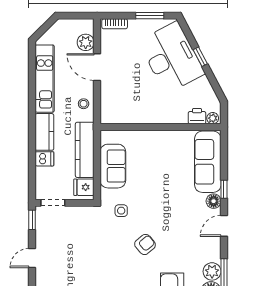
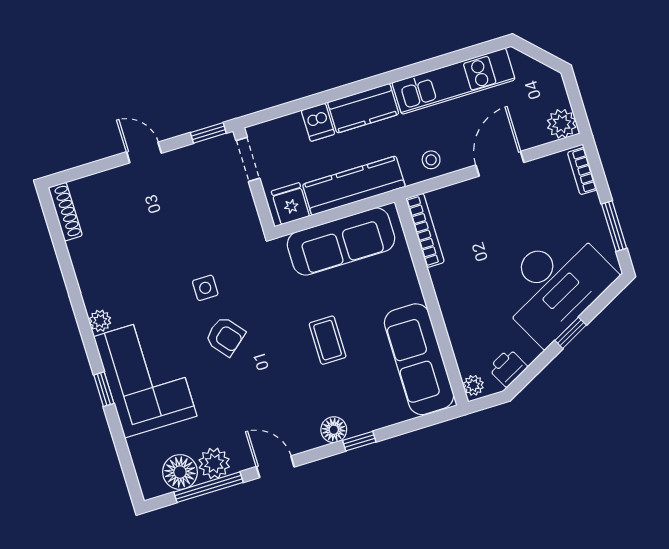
plant: (86, 42) -> (562, 124), moved
printer: (197, 116) -> (508, 368), moved, turned -118
bookcase: (121, 119) -> (425, 230), added
sofa: (208, 162) -> (419, 359), moved, turned -90
sofa: (113, 166) -> (341, 242), width x1.36
coffee table: (164, 190) -> (328, 340), added
side table: (121, 211) -> (205, 288), moved
door: (224, 226) -> (275, 467), moved

